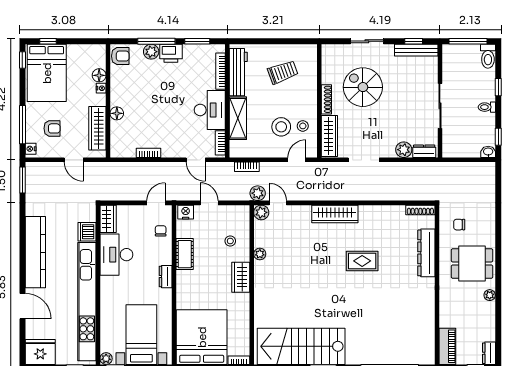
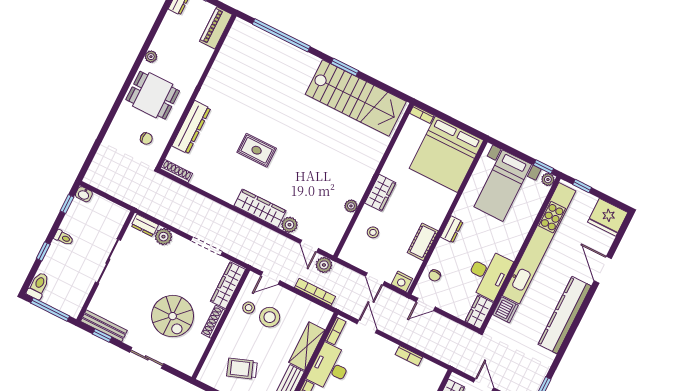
bookcase: (247, 167) -> (315, 292), width x1.56
plant: (261, 212) -> (289, 225), moved

